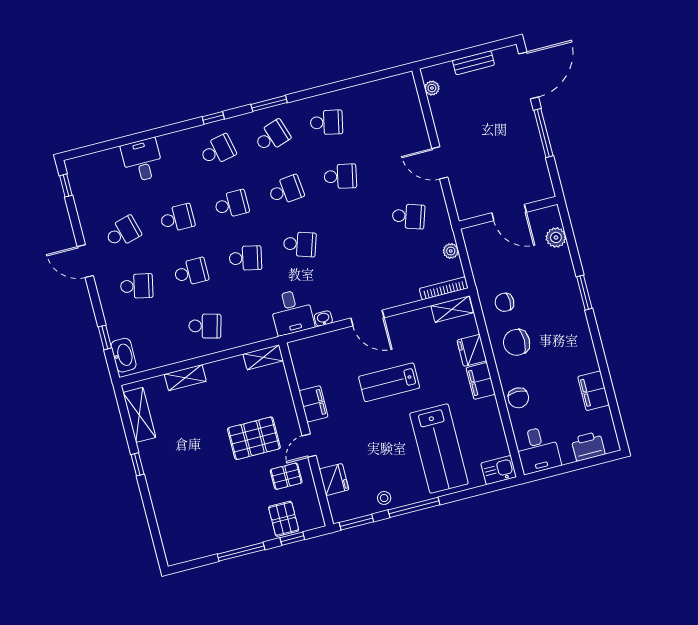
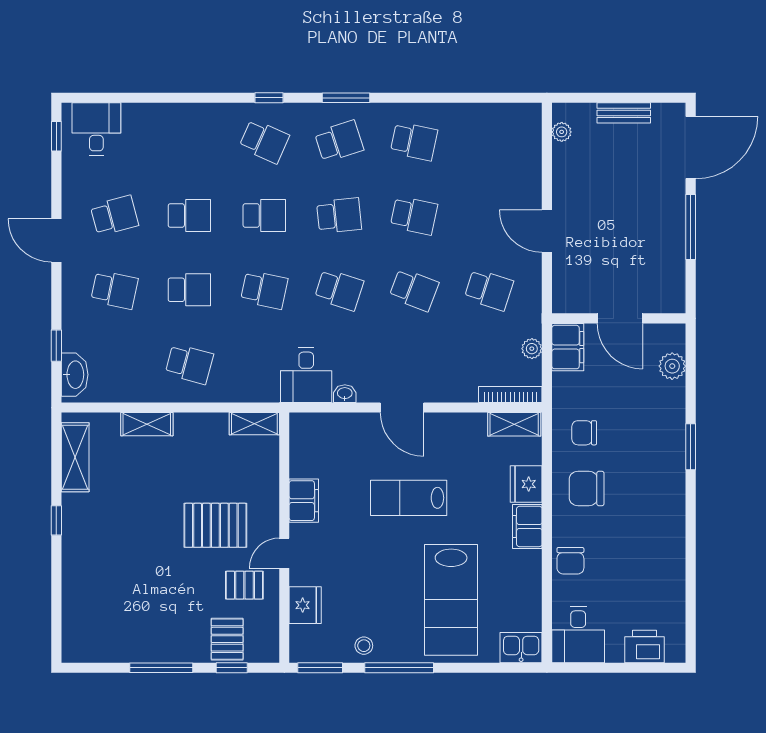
school desk: (218, 150) -> (264, 141), turned 36
desk: (142, 160) -> (96, 129), moved
school desk: (354, 230) -> (414, 290), added
filing cabinet: (593, 391) -> (568, 347), moved, turned 180

